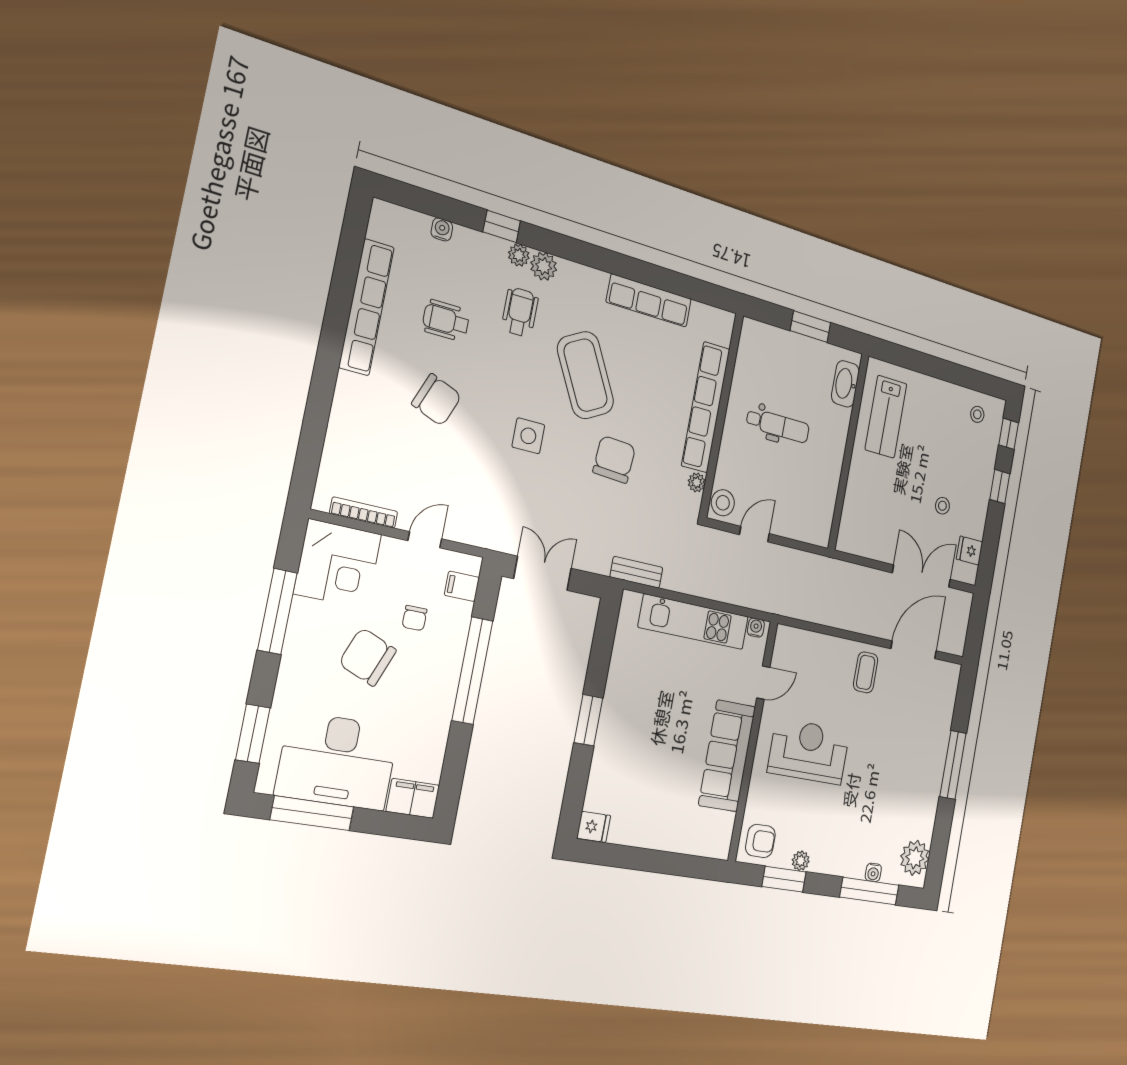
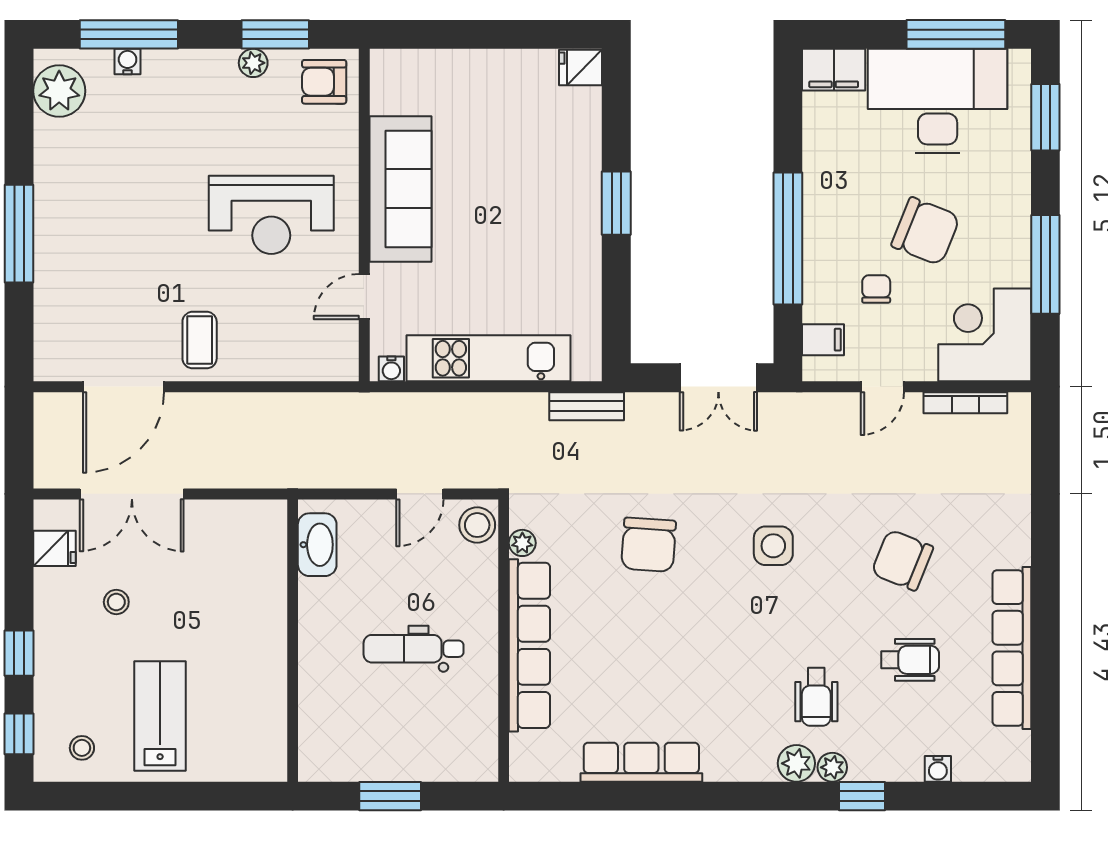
coffee table: (586, 375) -> (711, 642), removed
washbasin: (845, 384) -> (317, 545), moved
lab bench: (886, 417) -> (160, 716), moved

